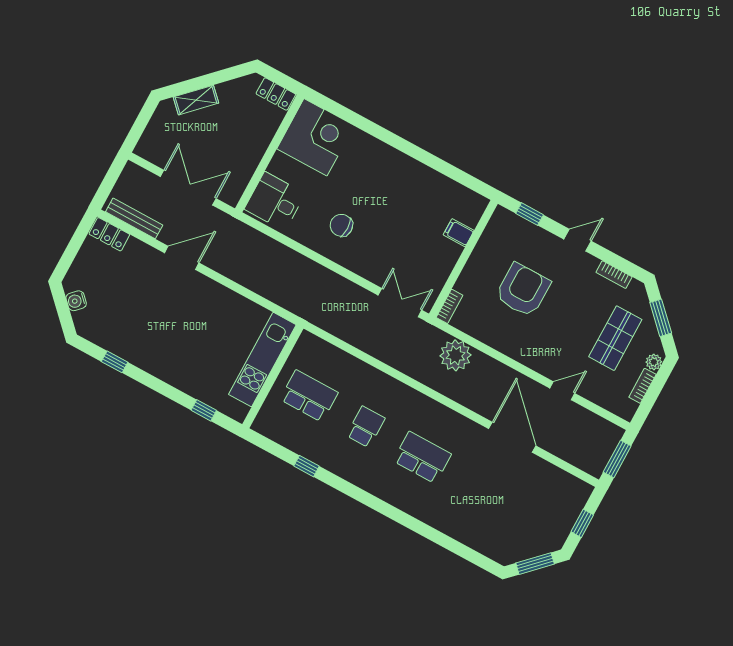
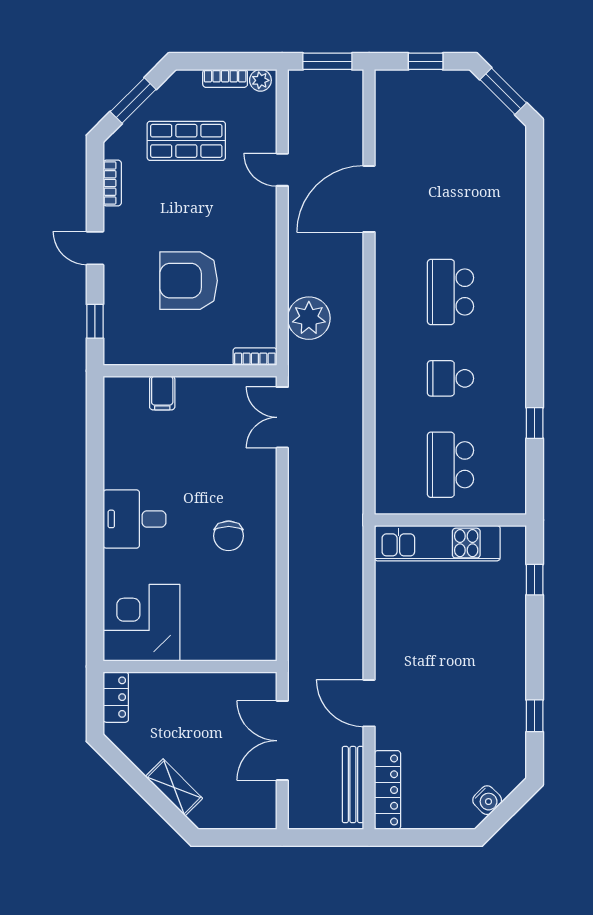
desk: (275, 201) -> (134, 519), moved, turned 90
locker: (109, 234) -> (388, 790), width x1.53
plant: (654, 362) -> (260, 80), moved

